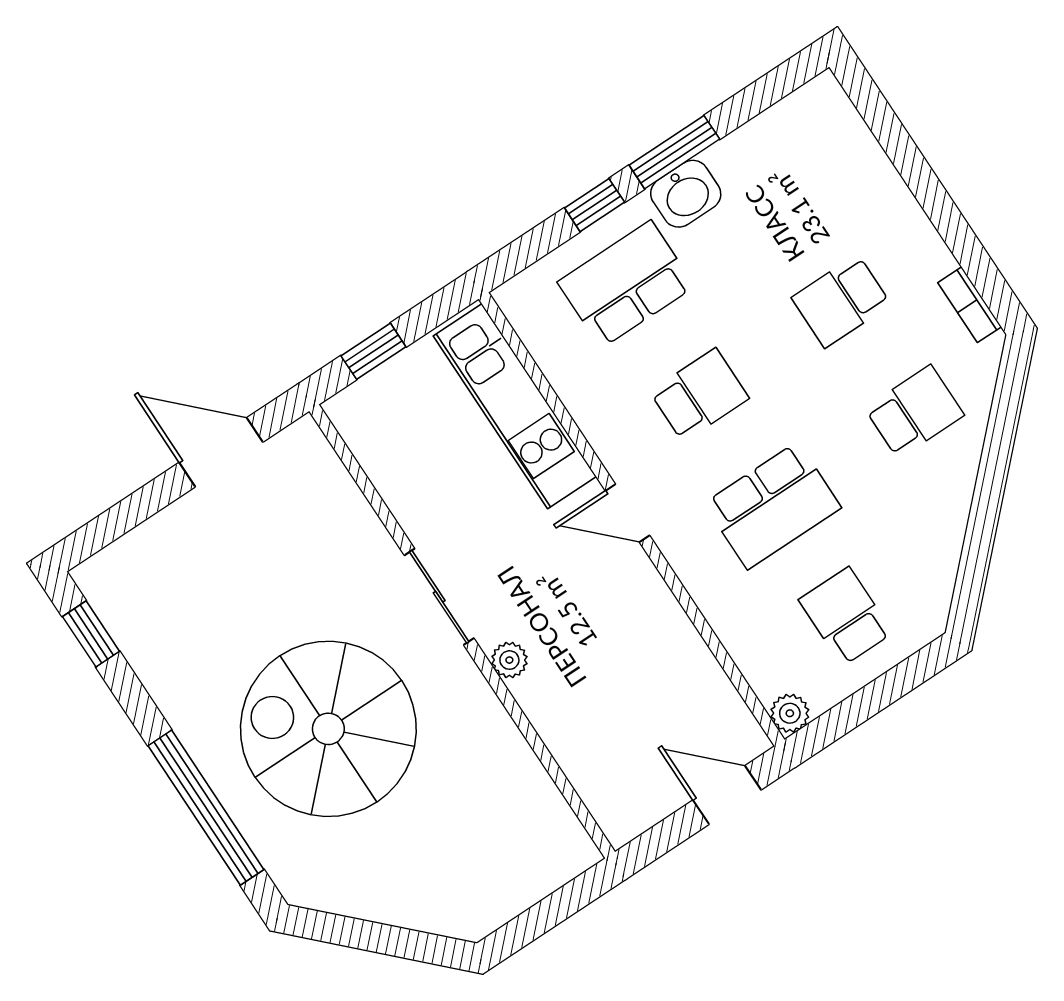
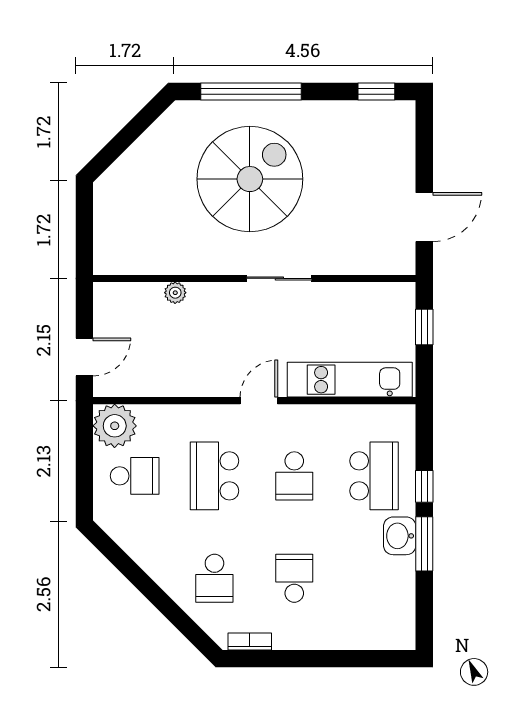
plant: (509, 660) -> (175, 293), moved
plant: (790, 713) -> (115, 426), width x1.88, depth x1.88

